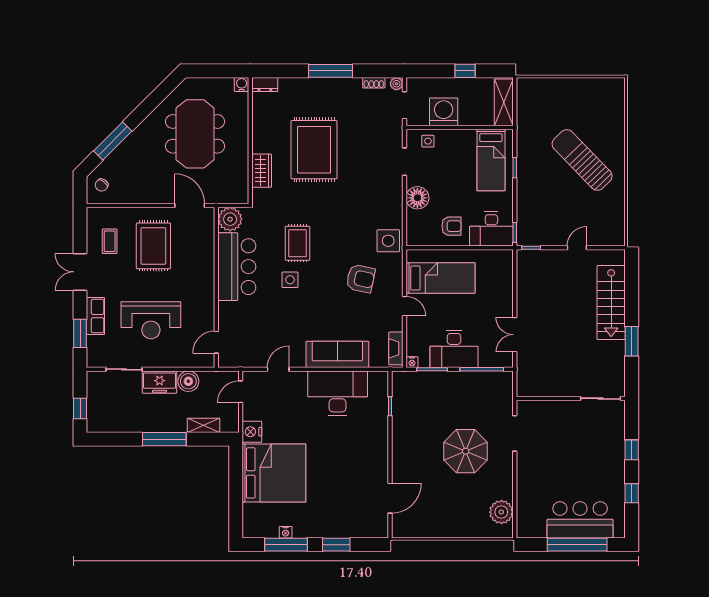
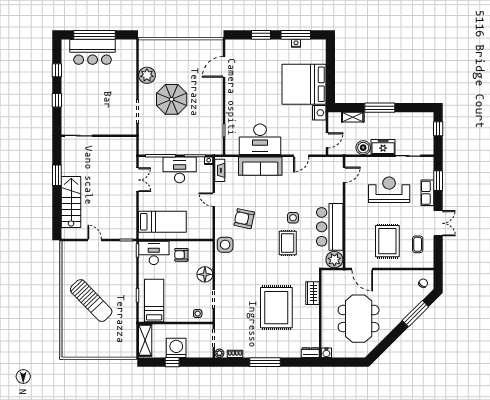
washing machine: (444, 112) -> (176, 348), moved, turned 180
door: (577, 248) -> (95, 240), swing flipped
bed: (440, 278) -> (162, 222), moved, turned 180
plant: (501, 512) -> (147, 75), moved

